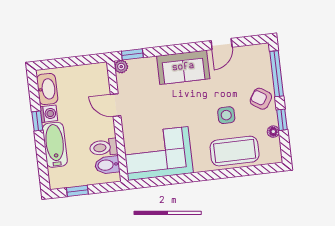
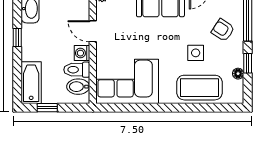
armchair: (261, 99) -> (223, 30), moved
washing machine: (49, 114) -> (82, 53), moved, turned 180
bathtub: (55, 145) -> (31, 83), moved

